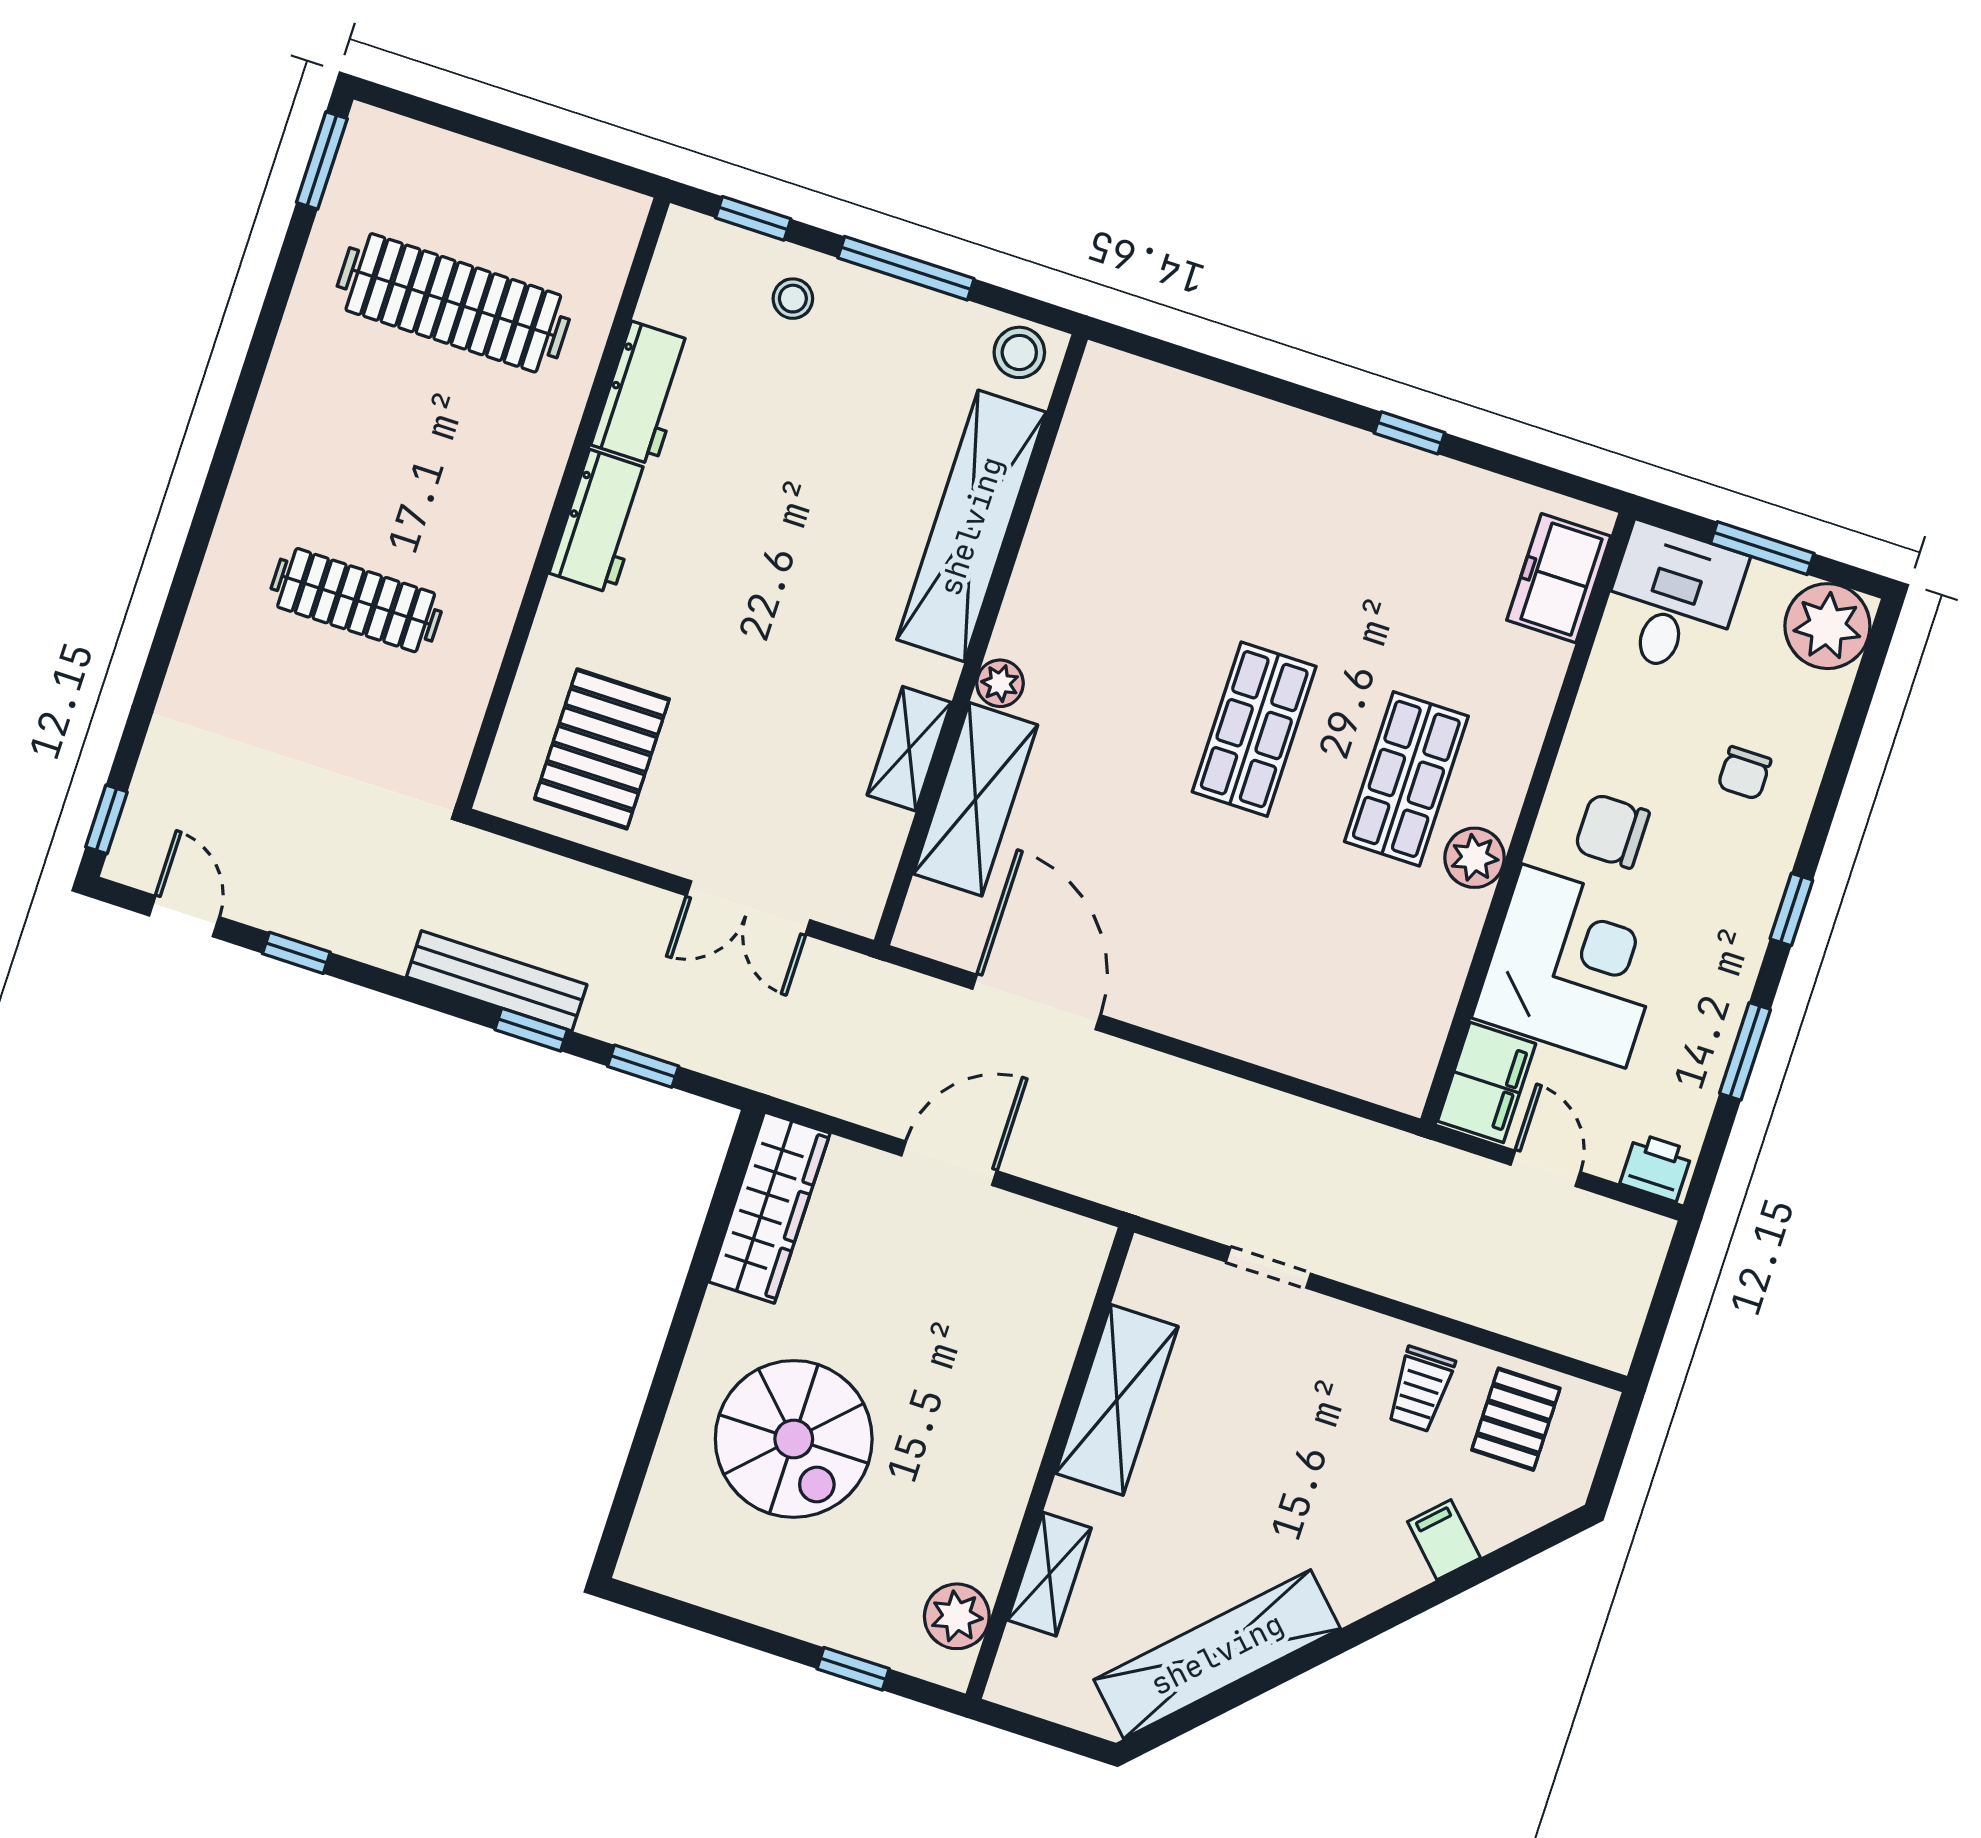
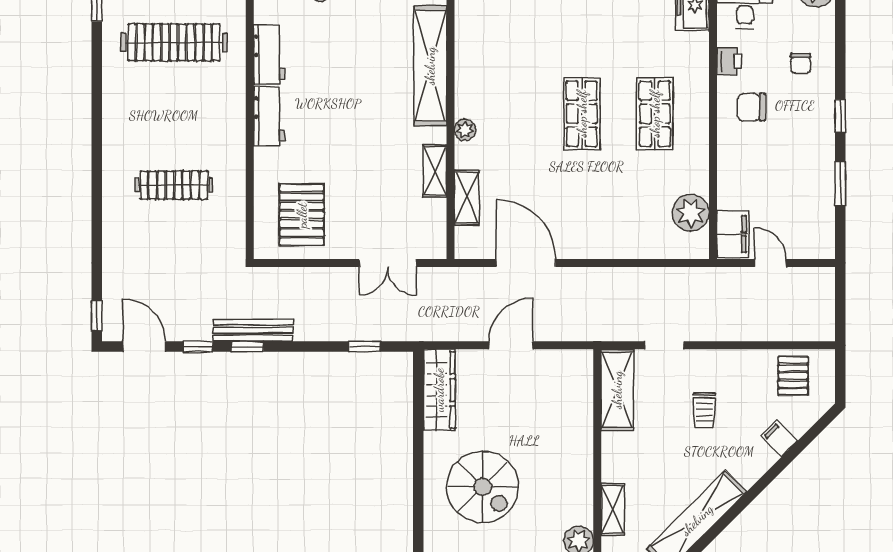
shelving: (976, 799) -> (467, 197), width x0.67, depth x0.75
plant: (1475, 858) -> (691, 213), moved, width x1.36, depth x1.36
door: (184, 916) -> (144, 347), width x1.38
corner desk: (1574, 966) -> (754, 171), removed
bench: (497, 981) -> (253, 330), moved
window: (531, 1030) -> (247, 347), moved
printer: (1656, 1167) -> (729, 61), moved, turned 90
trolley: (1421, 1389) -> (704, 410), moved
shelving: (1117, 1400) -> (617, 390), moved

